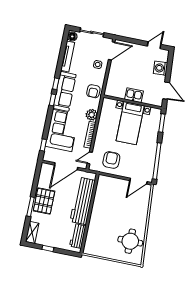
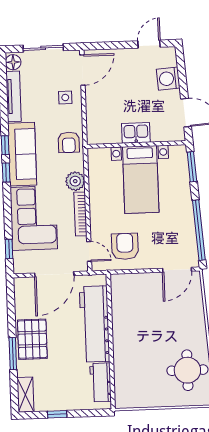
door: (90, 158) -> (89, 251), swing flipped

